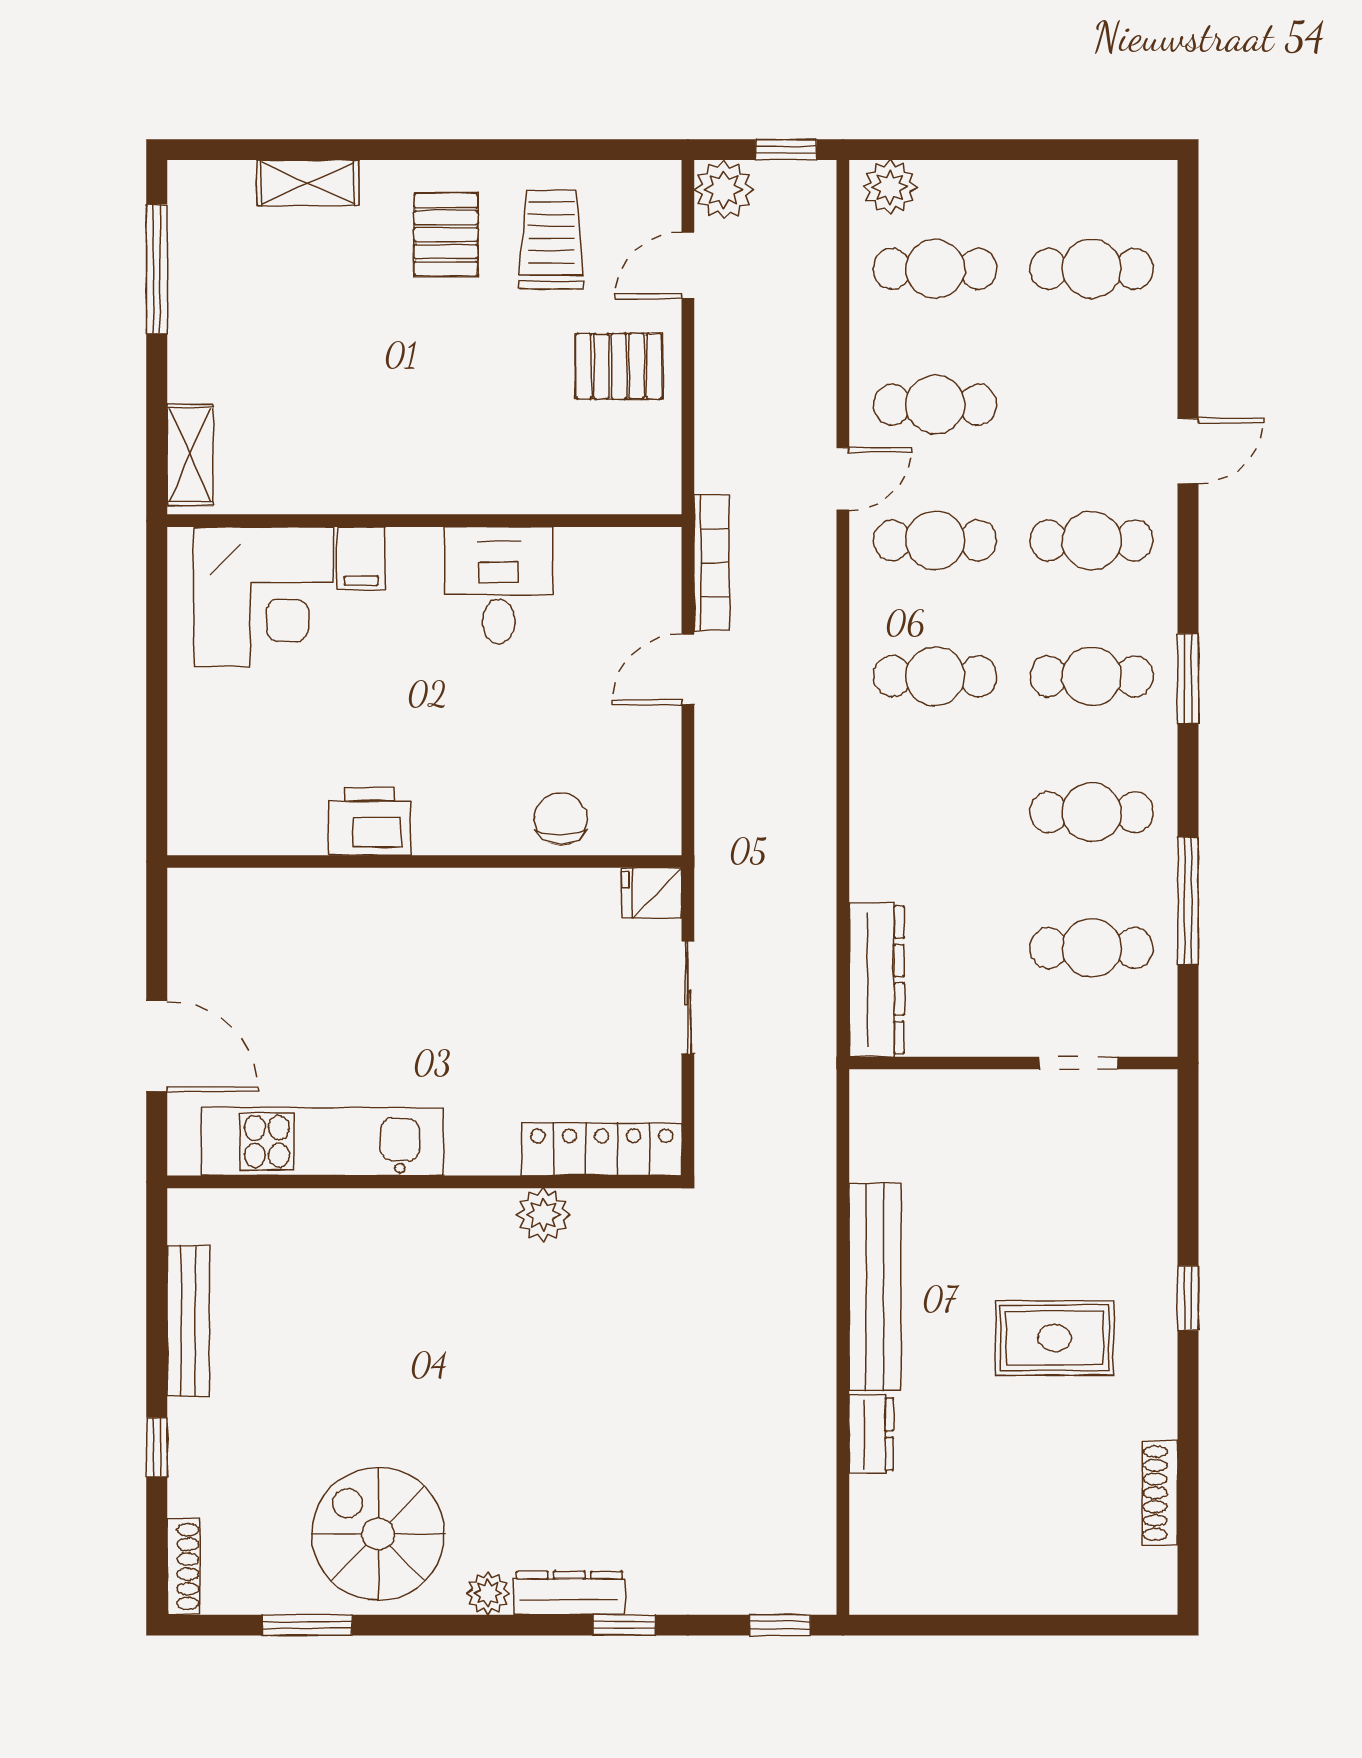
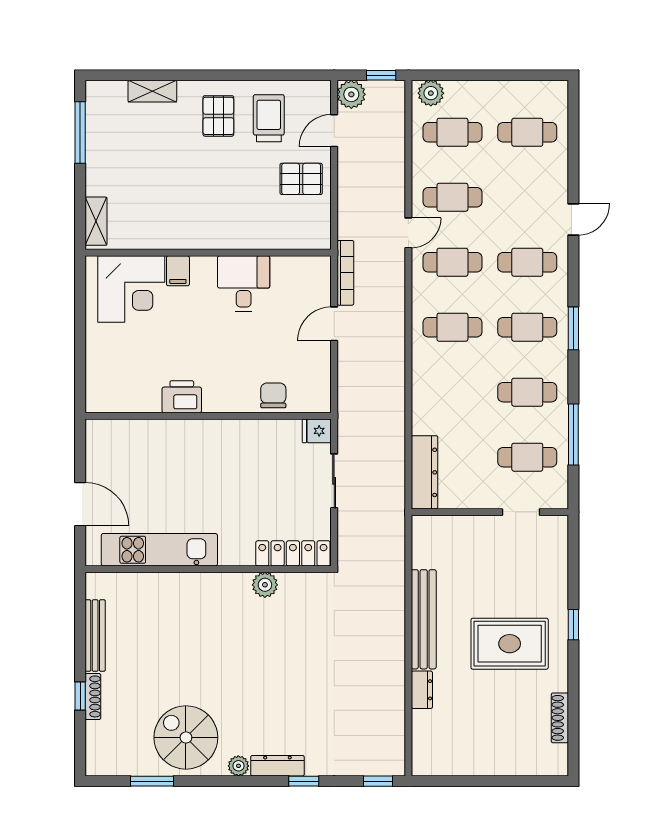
rug: (1055, 1338) -> (510, 644), width x1.36, depth x1.43
shoe rack: (184, 1567) -> (93, 696), moved

